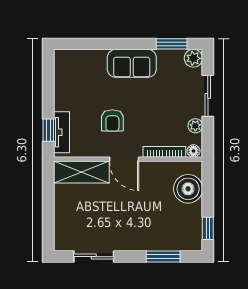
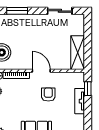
tv unit: (62, 132) -> (80, 101), moved
shelving: (81, 172) -> (78, 53), moved, turned 90

